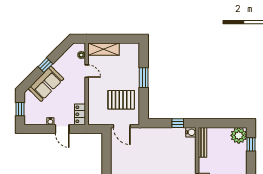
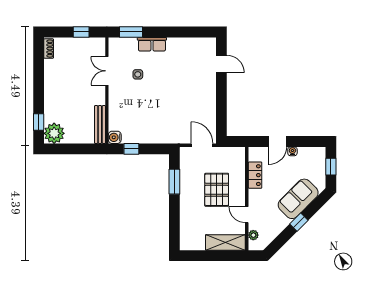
window: (144, 78) -> (174, 182), moved
pallet: (121, 100) -> (217, 190), moved, turned 90
locker: (80, 114) -> (255, 175), moved
door: (62, 129) -> (278, 141), swing flipped

